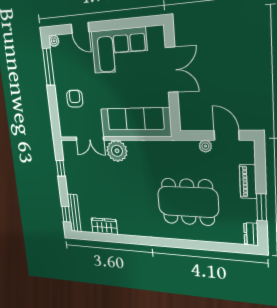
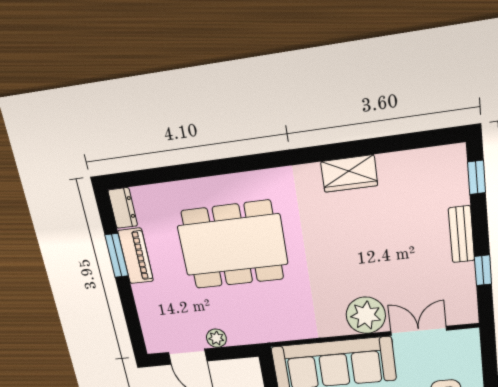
piano: (248, 182) -> (136, 256), moved
bench: (74, 213) -> (461, 234), moved, width x0.73
wardrobe: (104, 226) -> (349, 174), moved

